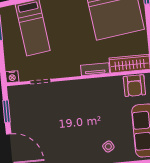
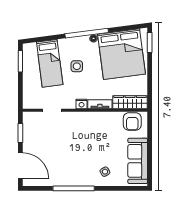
side table: (64, 28) -> (77, 66), added
nightstand: (12, 77) -> (82, 104), moved

